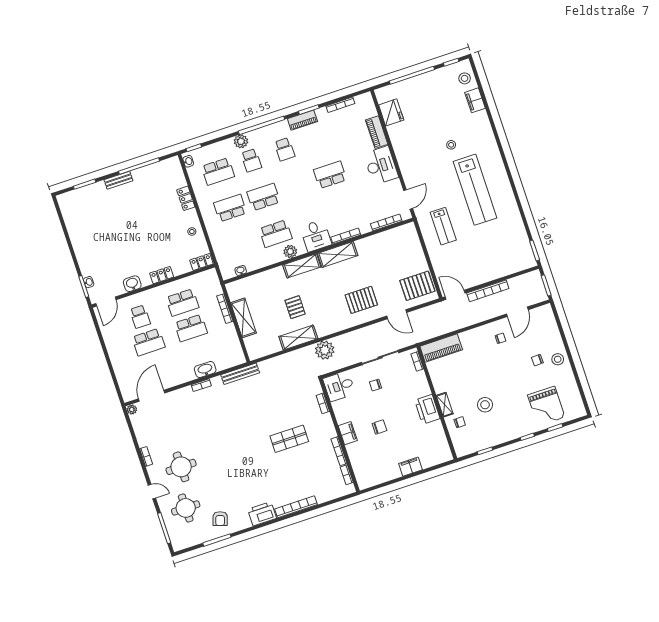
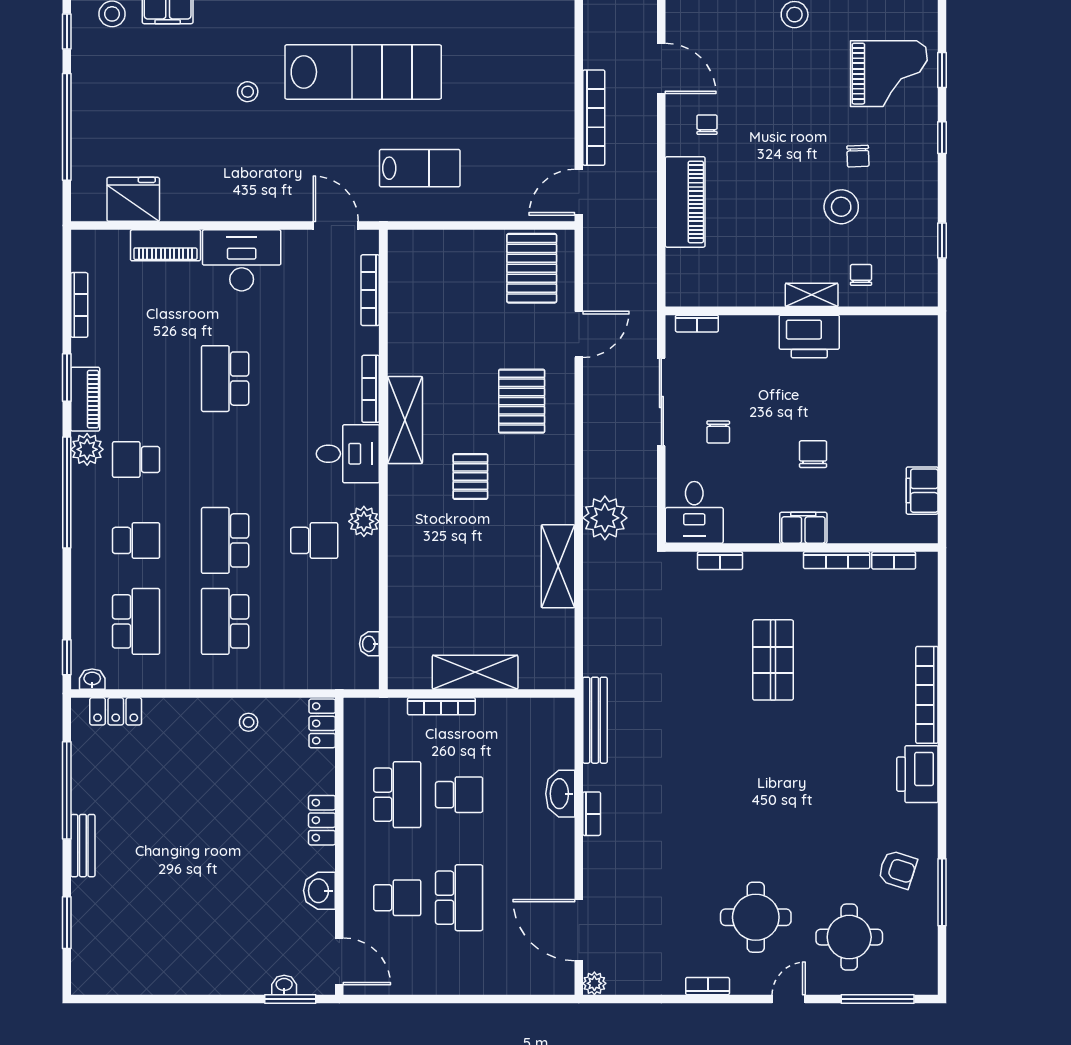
plant: (241, 141) -> (87, 449), moved
school desk: (285, 149) -> (136, 460), turned 180
locker: (186, 198) -> (116, 711), moved
school desk: (276, 234) -> (314, 540), width x0.54
shelving: (302, 266) -> (404, 507), removed
pallet: (295, 307) -> (470, 477), moved, turned 90
school desk: (191, 328) -> (459, 795), width x0.54
piano: (441, 348) -> (685, 202), moved
chair: (537, 360) -> (858, 156), moved
filing cabinet: (410, 467) -> (922, 491), moved

